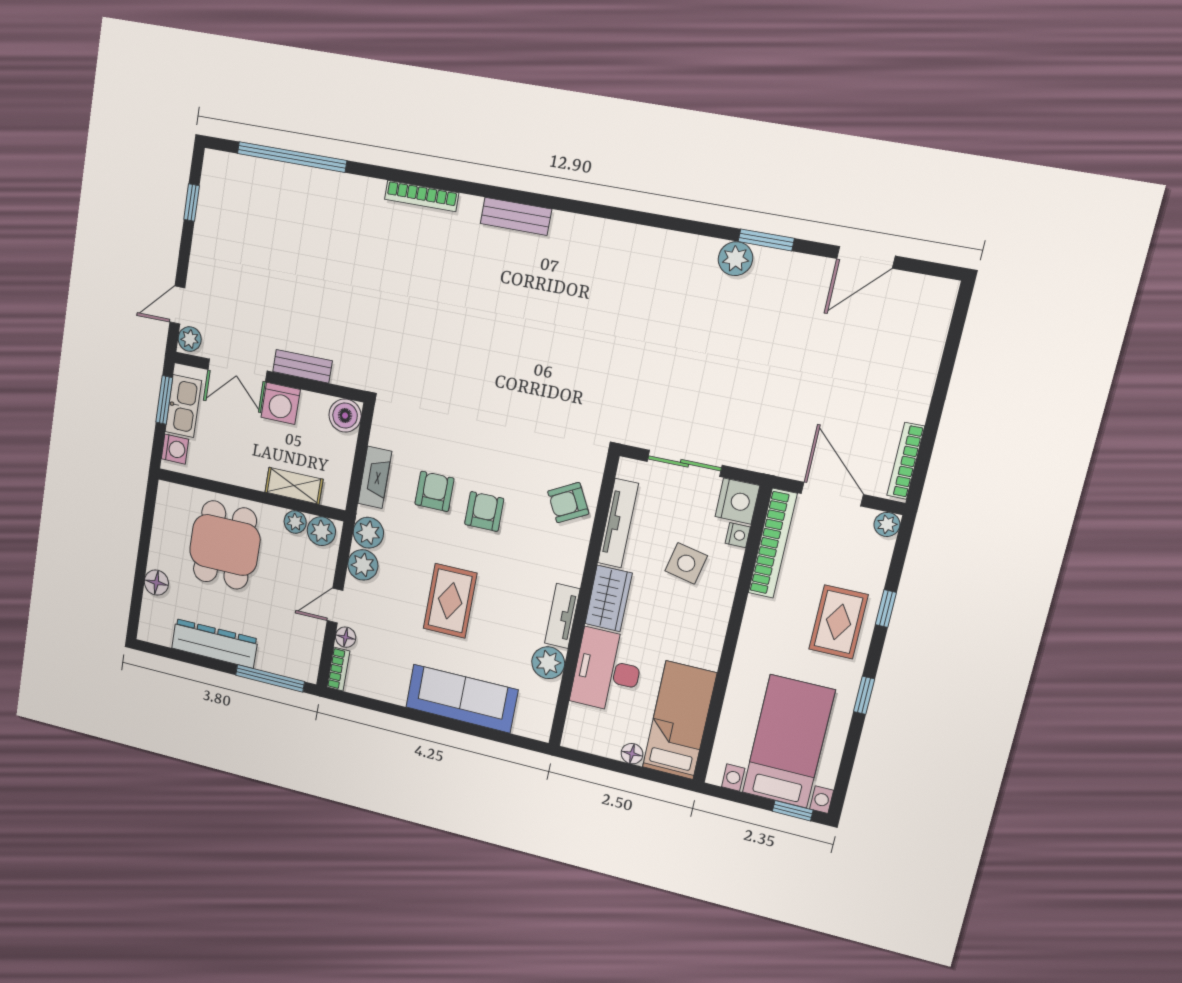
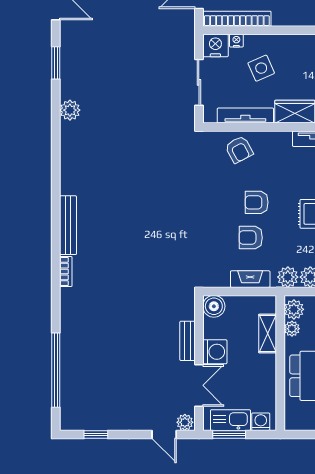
bookcase: (422, 196) -> (66, 271), width x0.64
bench: (516, 216) -> (68, 225), width x1.36
plant: (735, 259) -> (70, 110), moved
side table: (686, 563) -> (261, 68), turned -36

